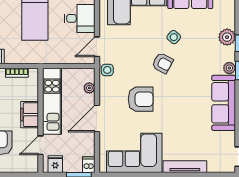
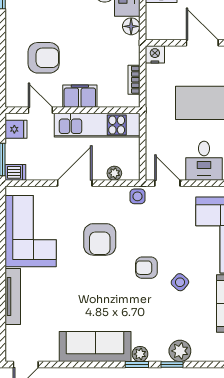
armchair: (162, 63) -> (146, 268), turned 62
door: (97, 119) -> (75, 183), hinge flipped

